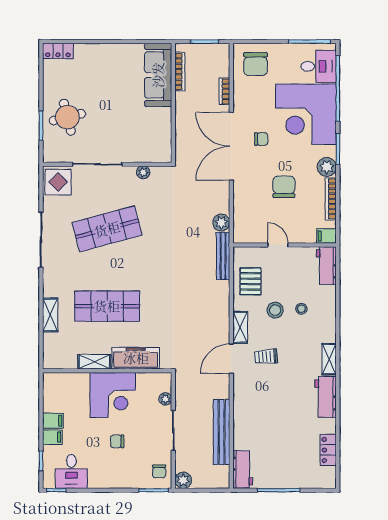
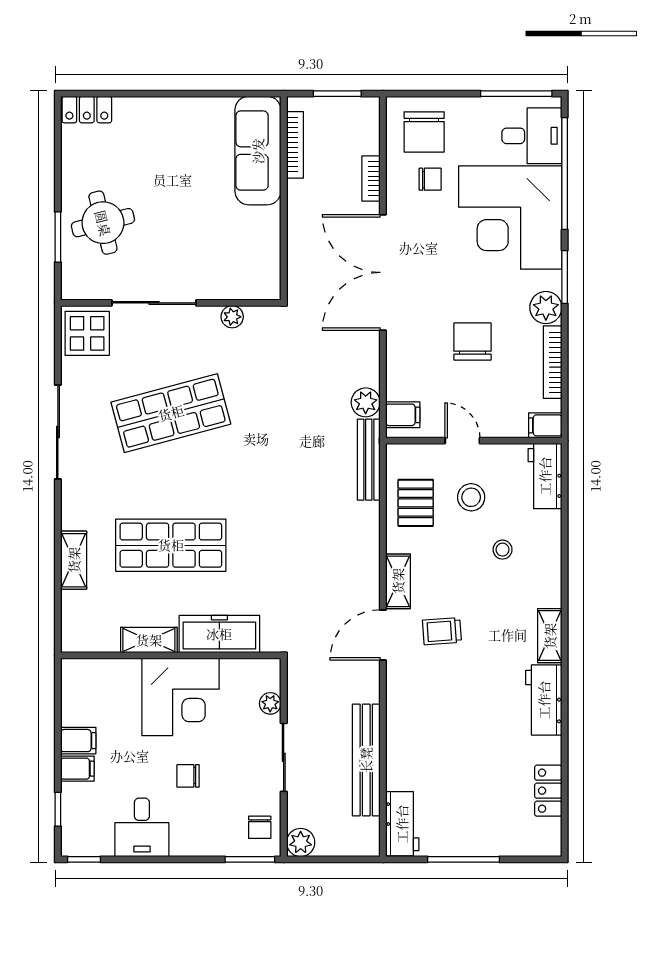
chair: (261, 139) -> (430, 179), moved
filing cabinet: (243, 230) -> (403, 415), added
stool: (275, 310) -> (471, 497), moved
desk: (71, 471) -> (142, 827), moved

